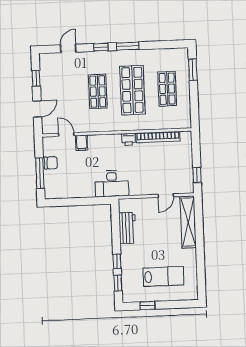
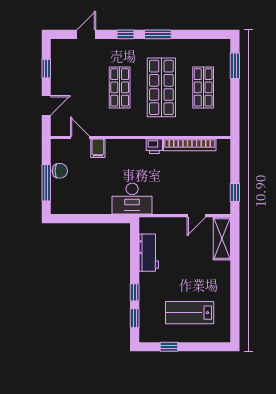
shelving: (188, 222) -> (222, 238), width x0.68
lab bench: (163, 276) -> (190, 313), turned 180

